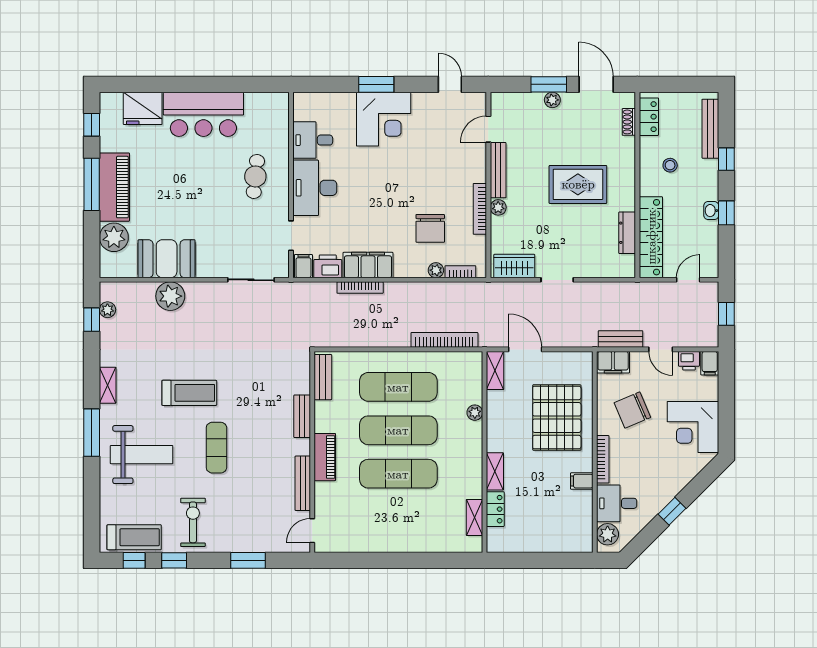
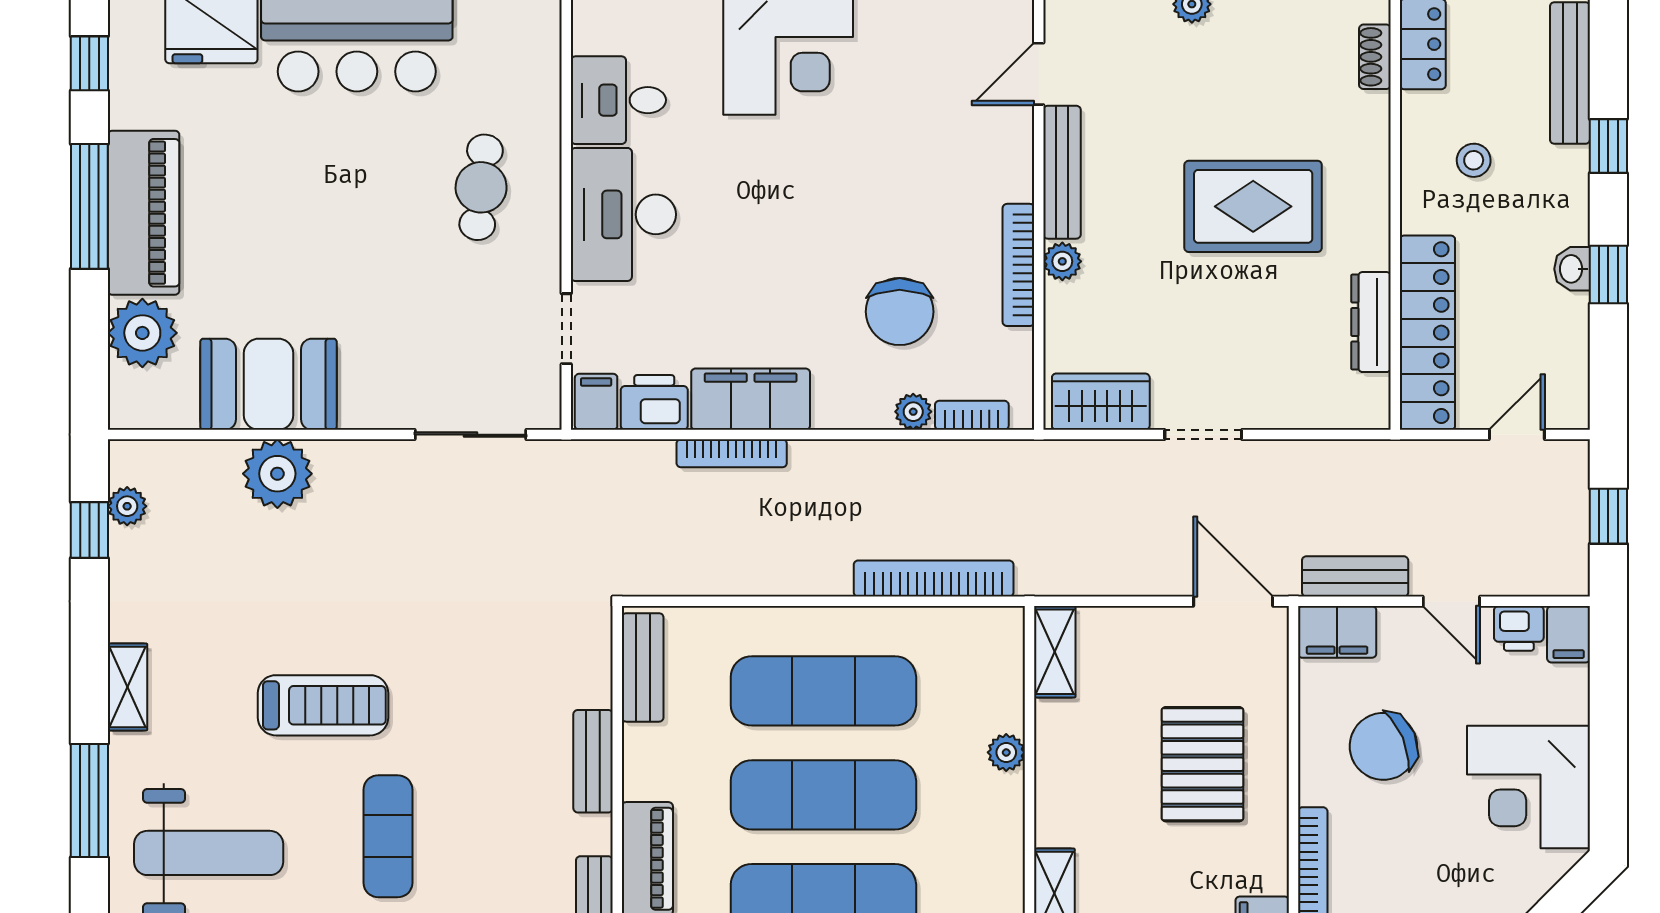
door: (525, 349) -> (1233, 601), moved
pallet: (557, 417) -> (1202, 764), width x0.73, depth x0.71

